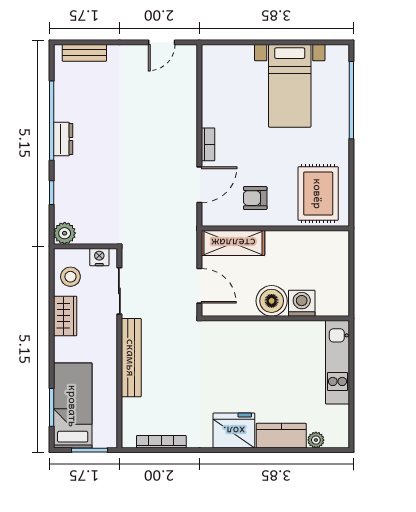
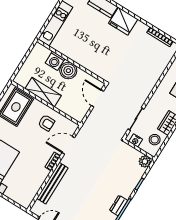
shelving: (233, 243) -> (43, 92), moved
bench: (131, 358) -> (52, 183), moved

